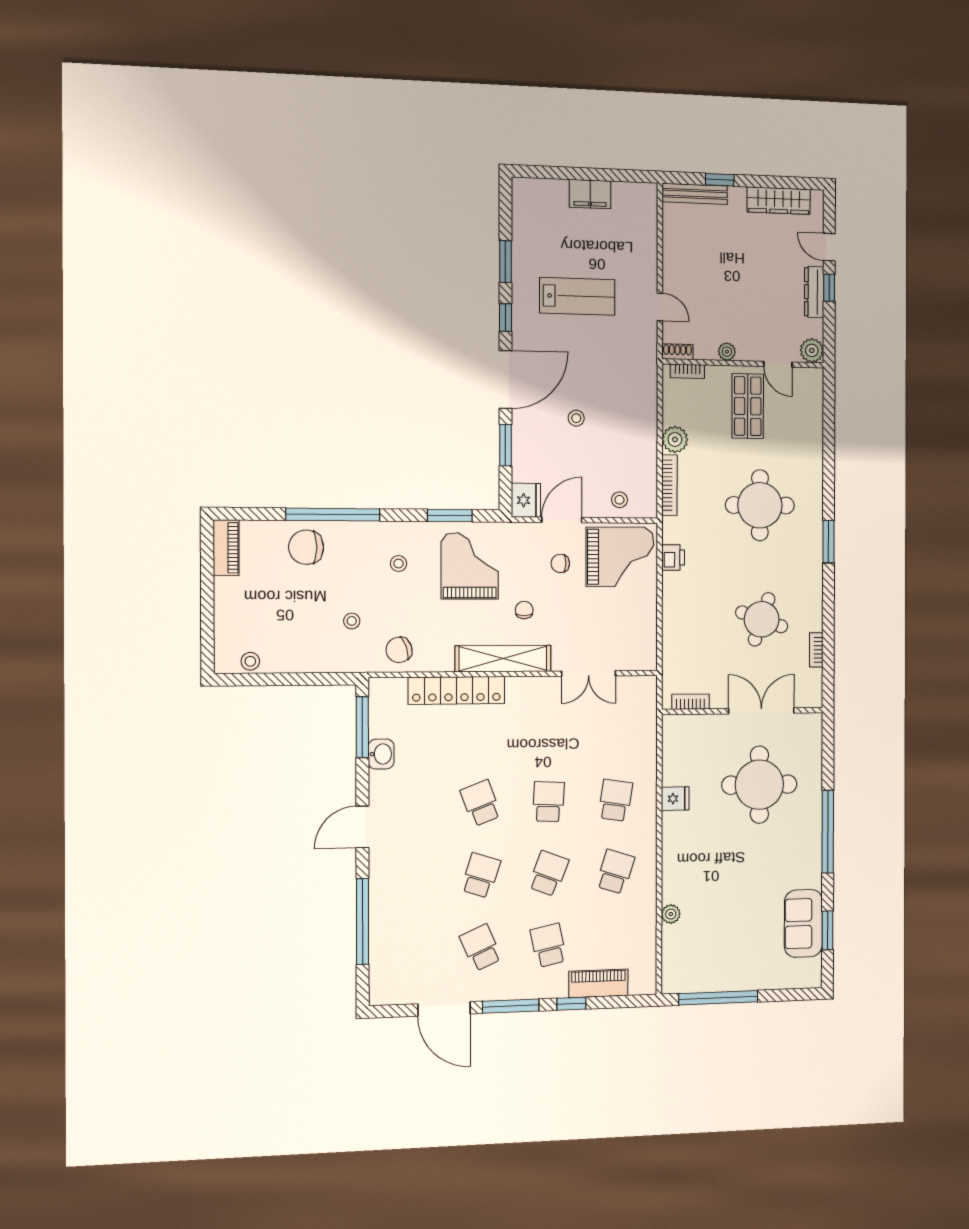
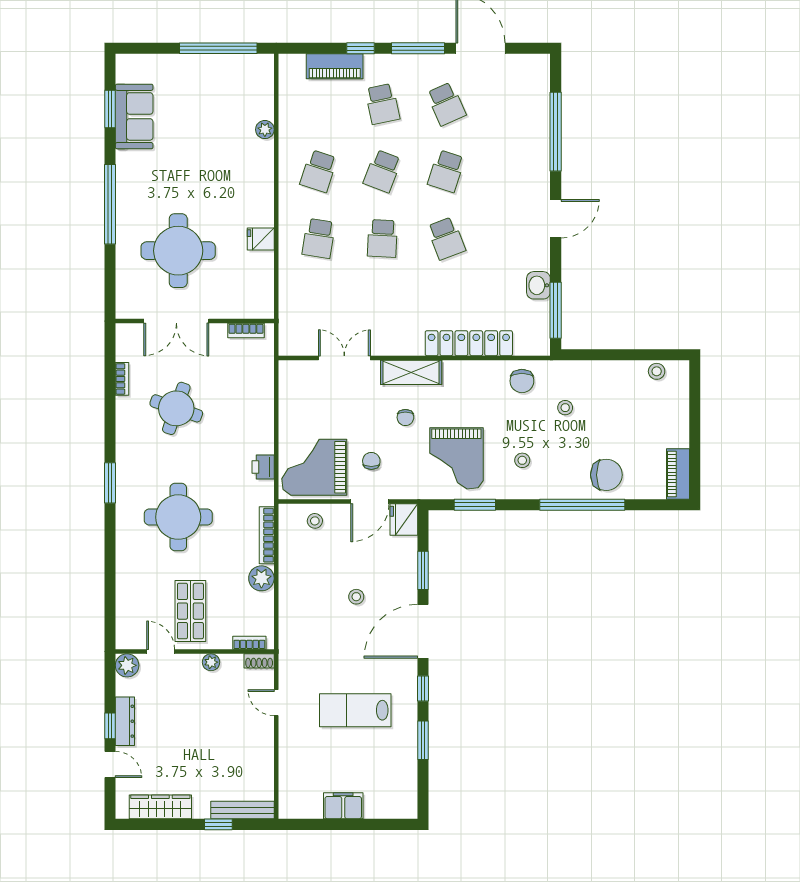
chair: (560, 563) -> (371, 461), turned -90
chair: (399, 650) -> (522, 381), turned 109
shelving: (503, 659) -> (411, 372), width x0.68

